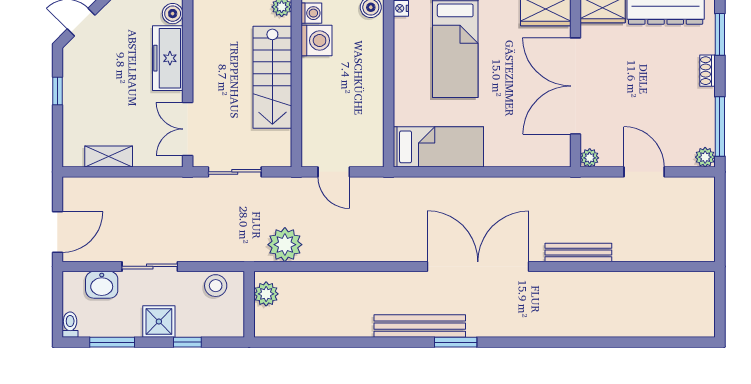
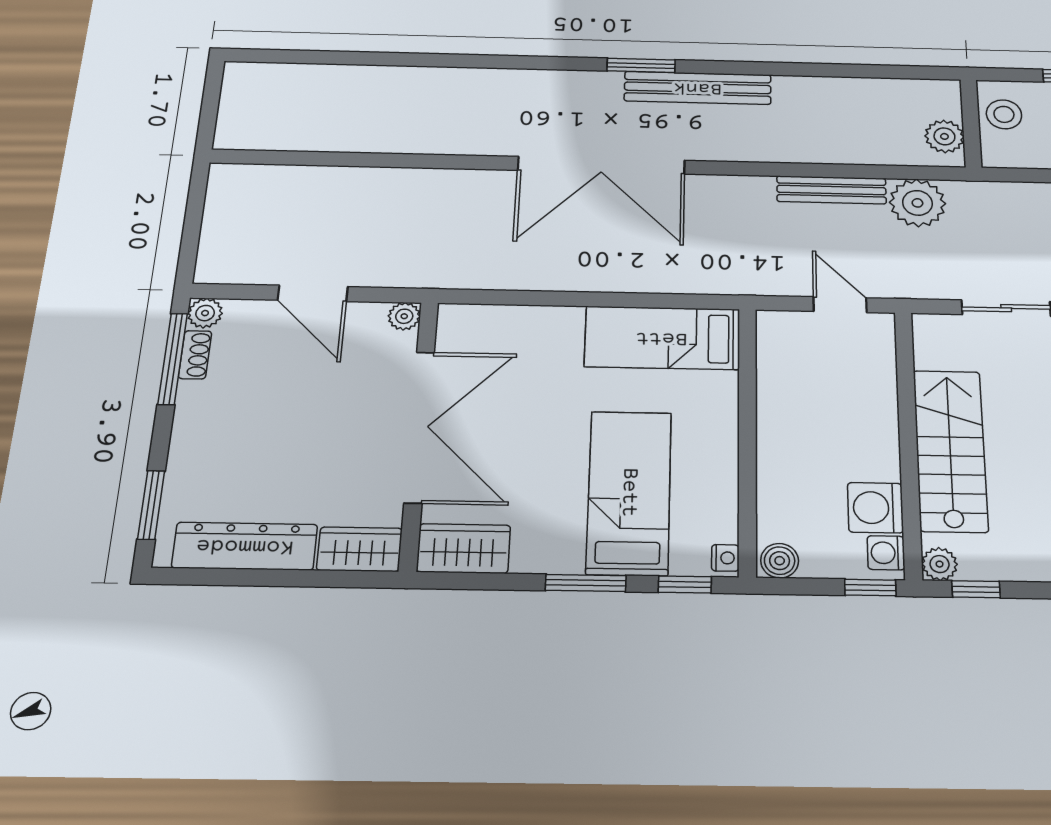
shoe rack: (707, 71) -> (195, 355), moved
bench: (578, 252) -> (831, 190), moved
stool: (216, 286) -> (1004, 114), moved

